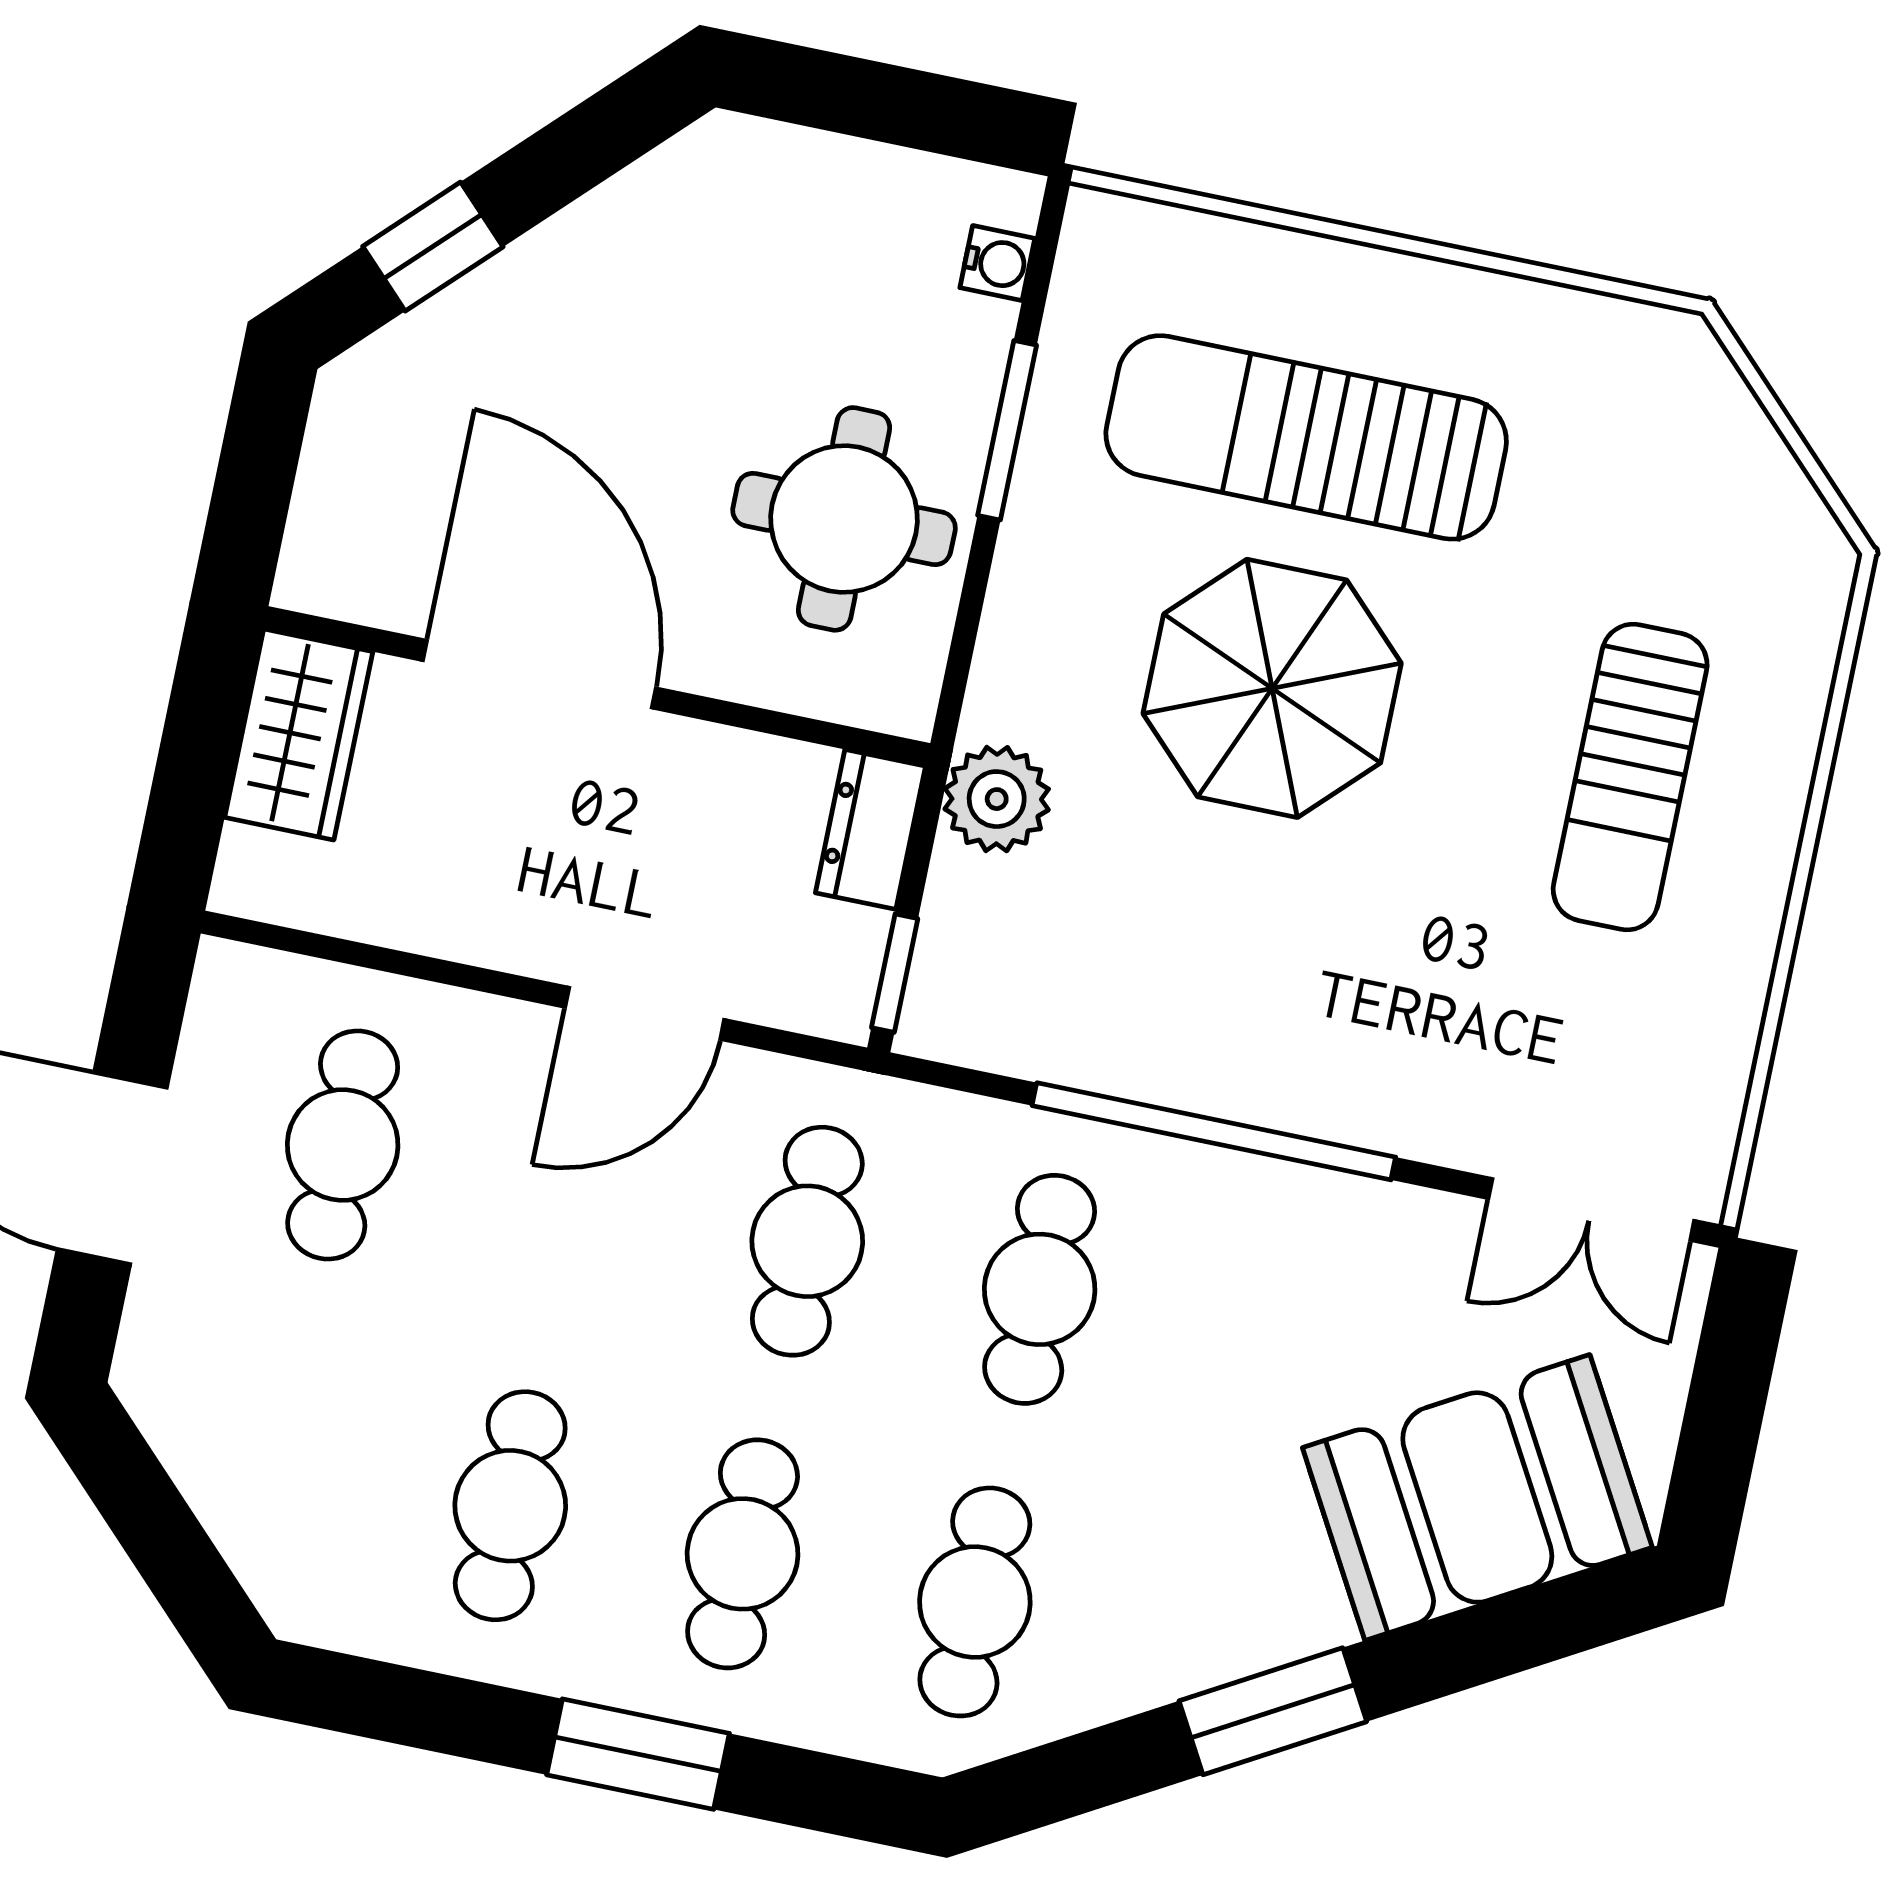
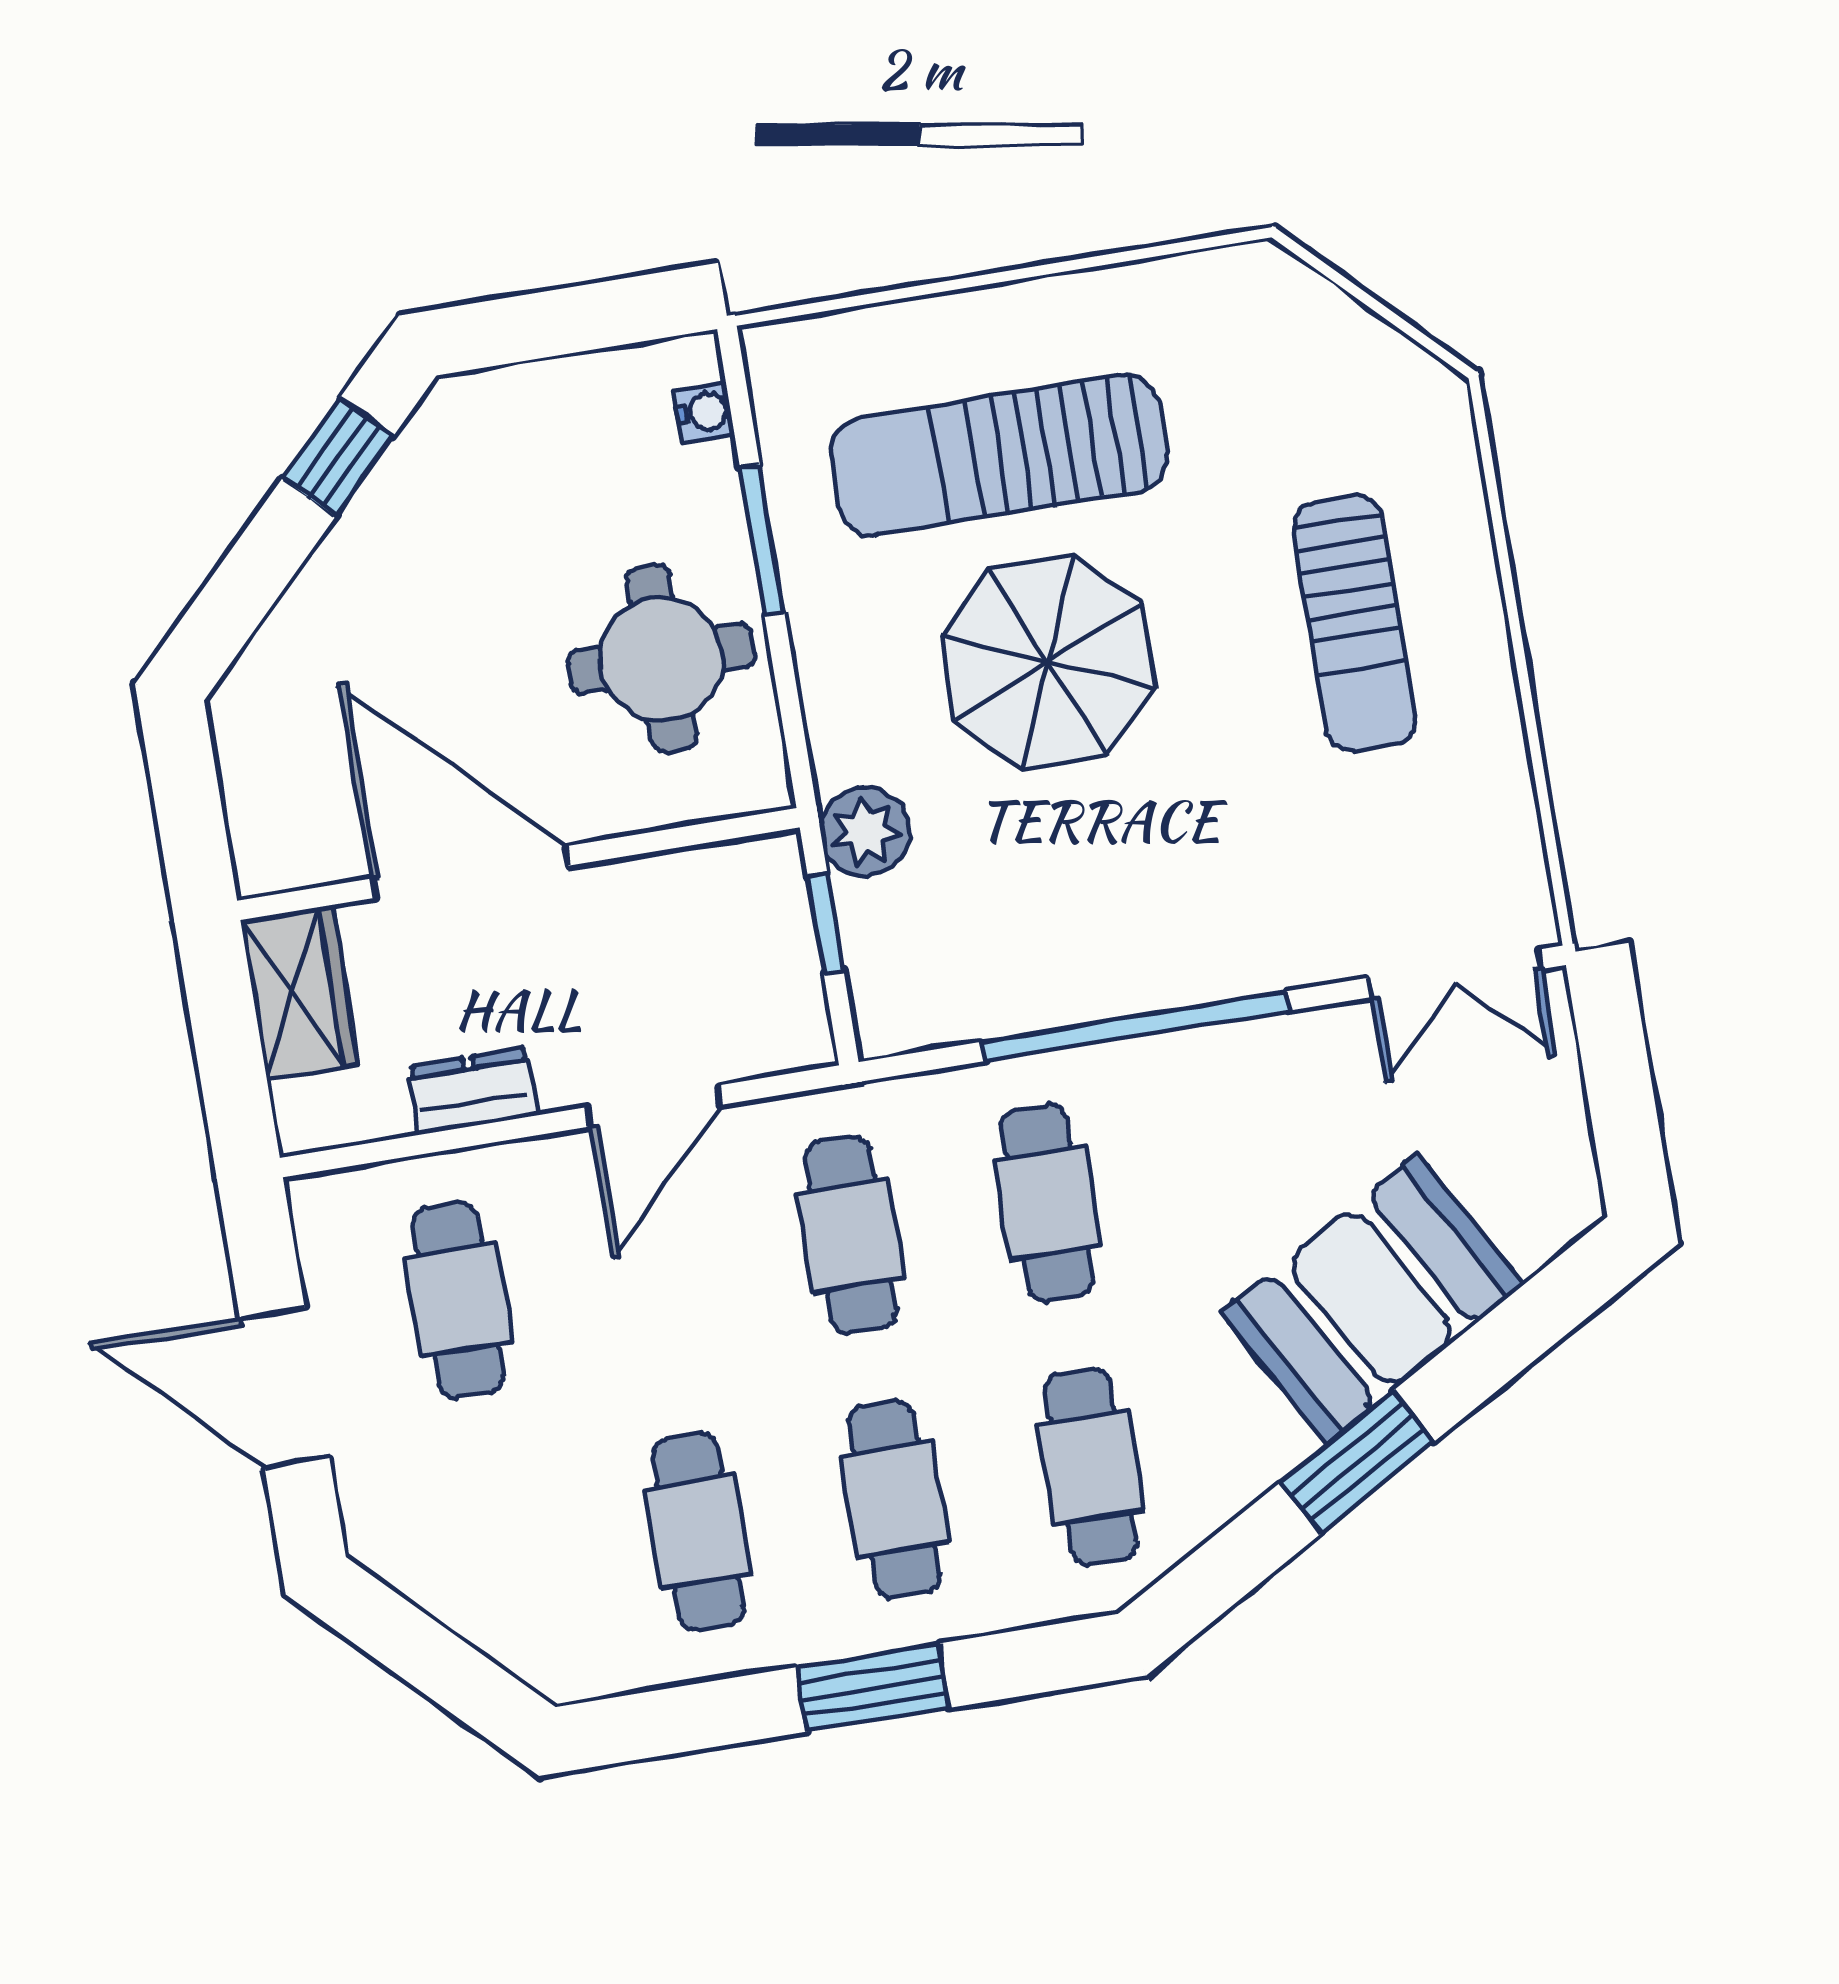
window: (433, 247) -> (338, 457), moved
dresser: (870, 829) -> (473, 1091), moved, turned 90
window: (895, 973) -> (826, 924), moved
booth: (1477, 1497) -> (1372, 1299), moved

